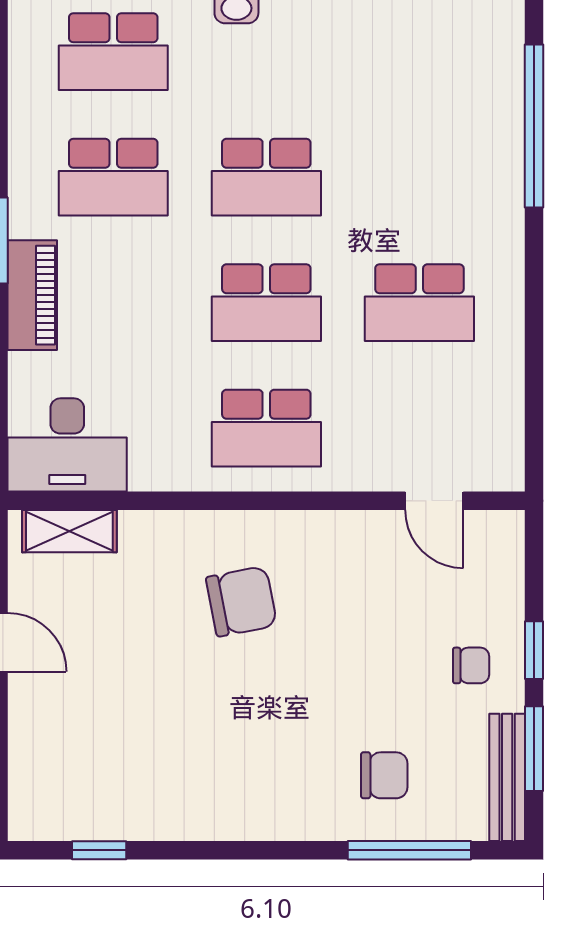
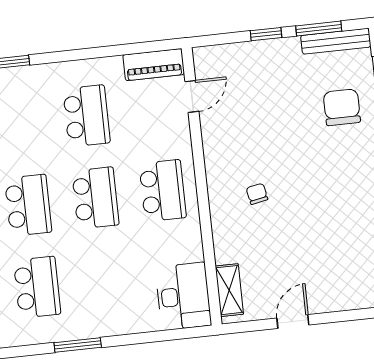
piano: (32, 295) -> (154, 65), moved, turned 180
chair: (241, 601) -> (257, 194), width x0.54, depth x0.54
chair: (471, 665) -> (278, 67), removed
chair: (384, 775) -> (342, 107), width x1.37, depth x1.37

